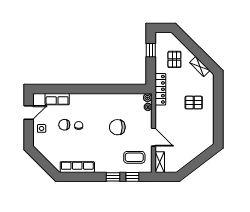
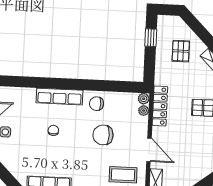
locker: (160, 89) -> (160, 106), moved
row of seats: (57, 99) -> (60, 97), moved, width x1.48
chair: (64, 125) -> (97, 104), moved

